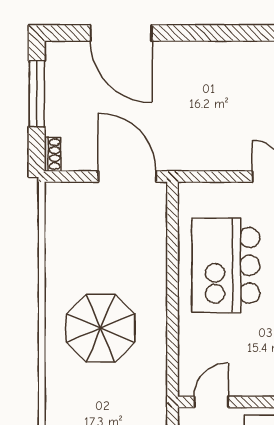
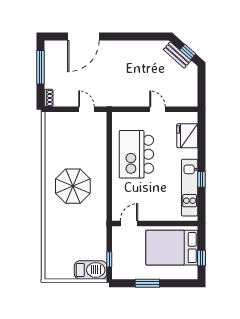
door: (121, 33) -> (83, 37), hinge flipped
door: (127, 176) -> (86, 109), width x0.53

